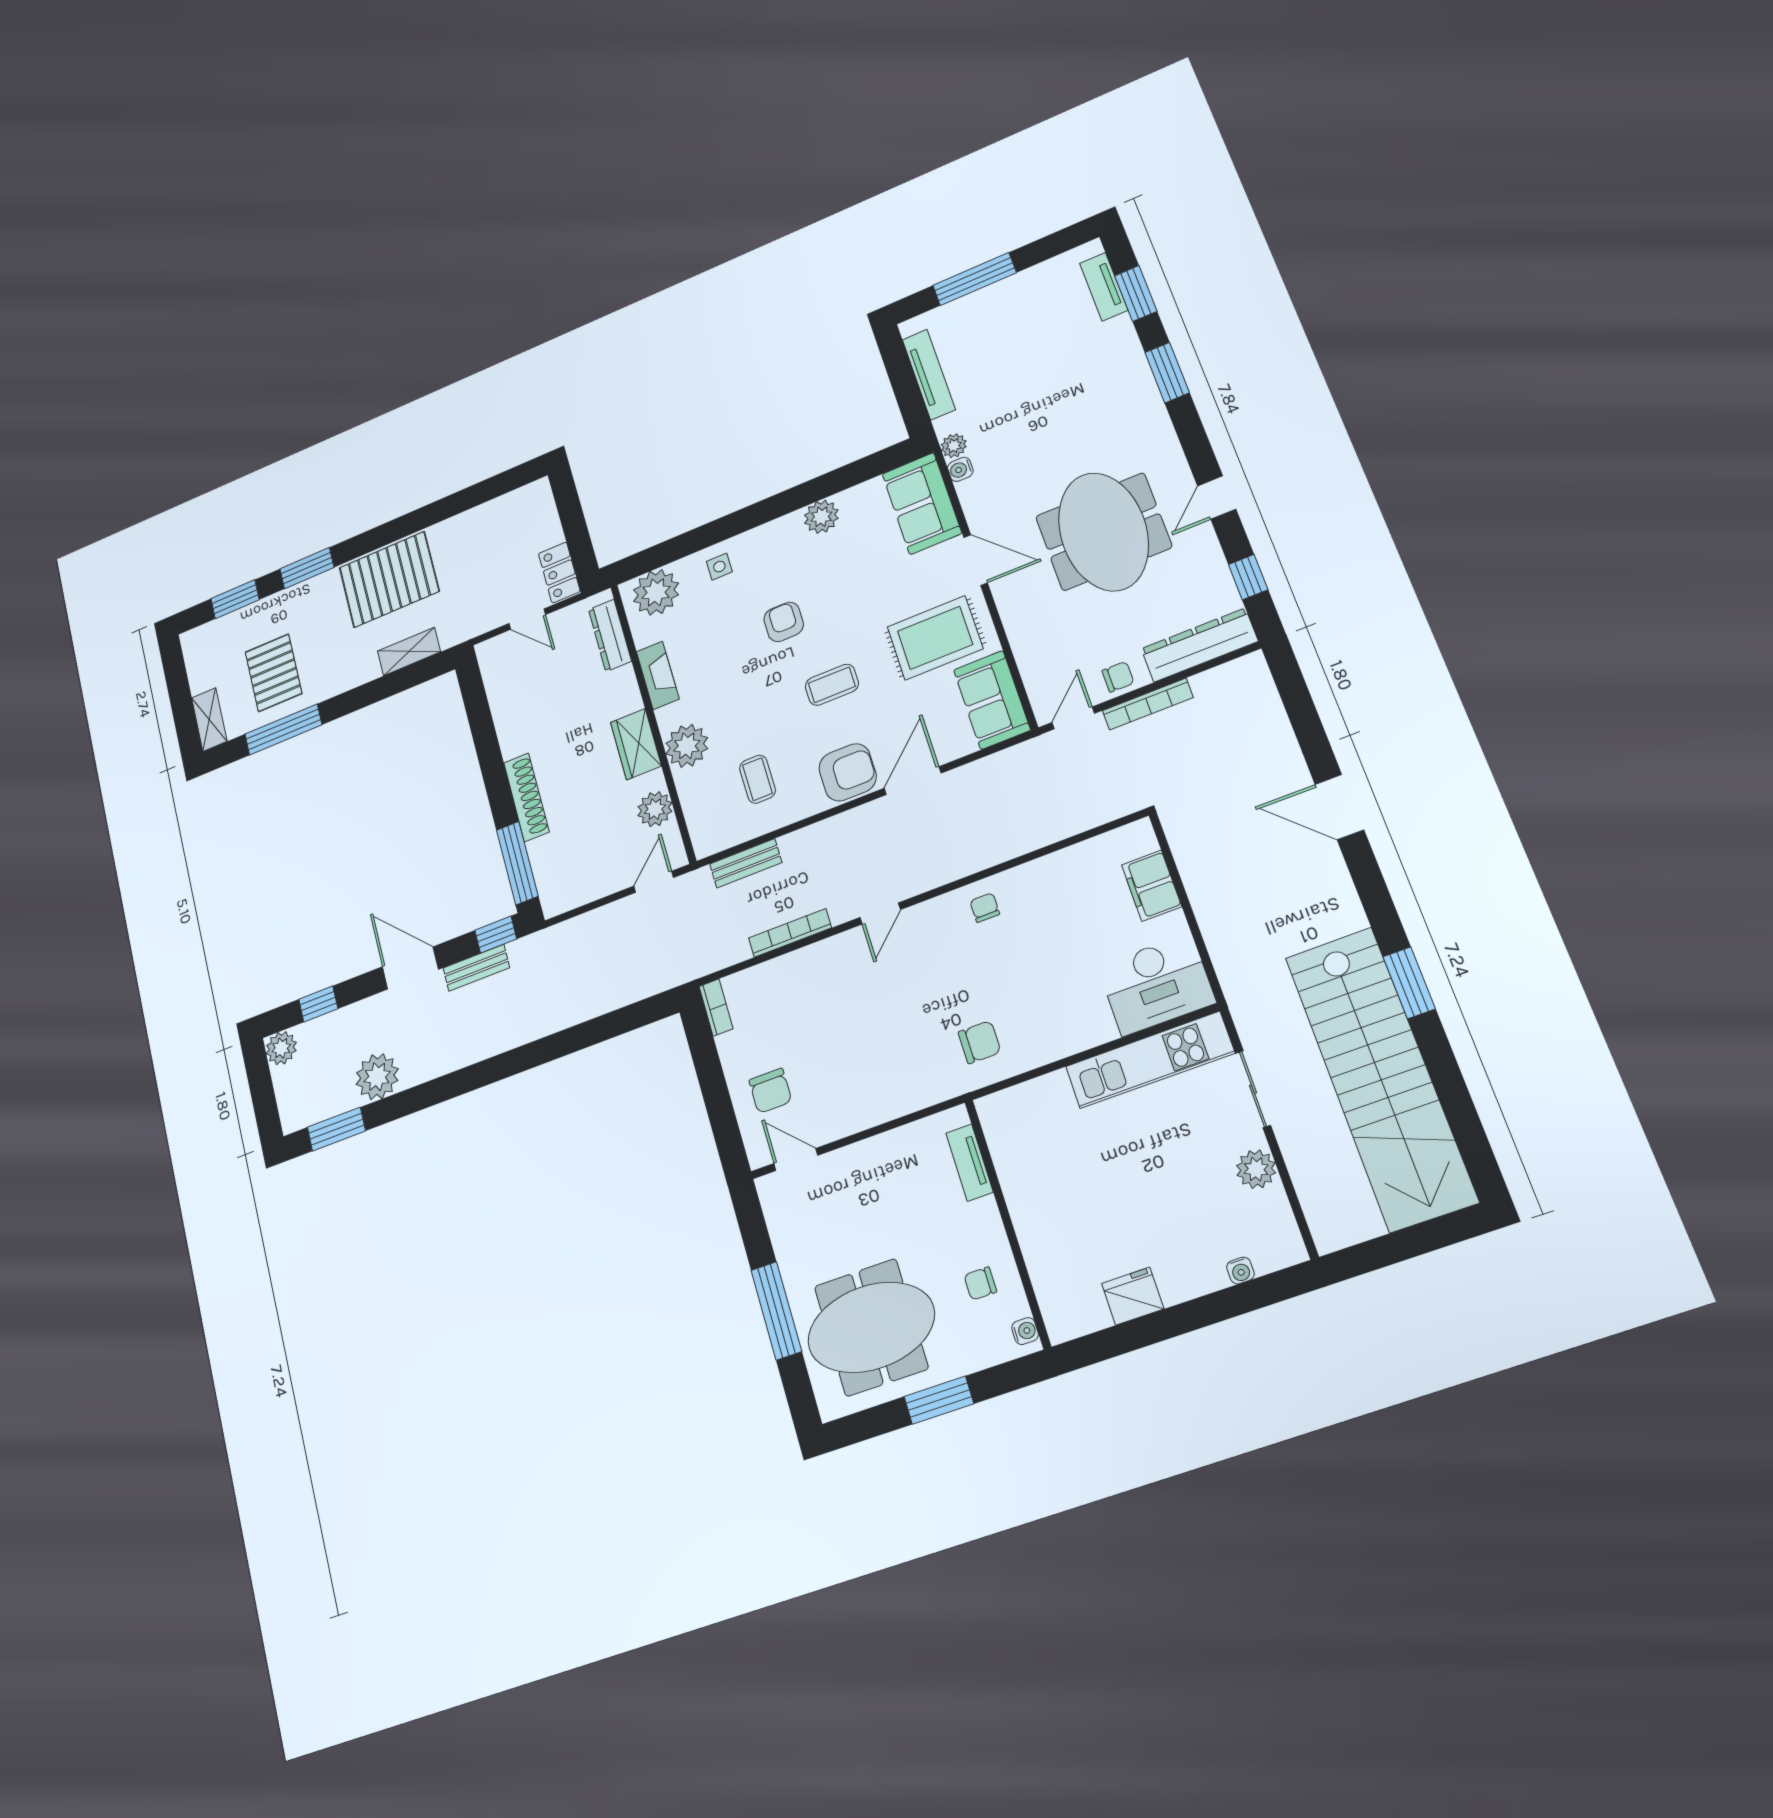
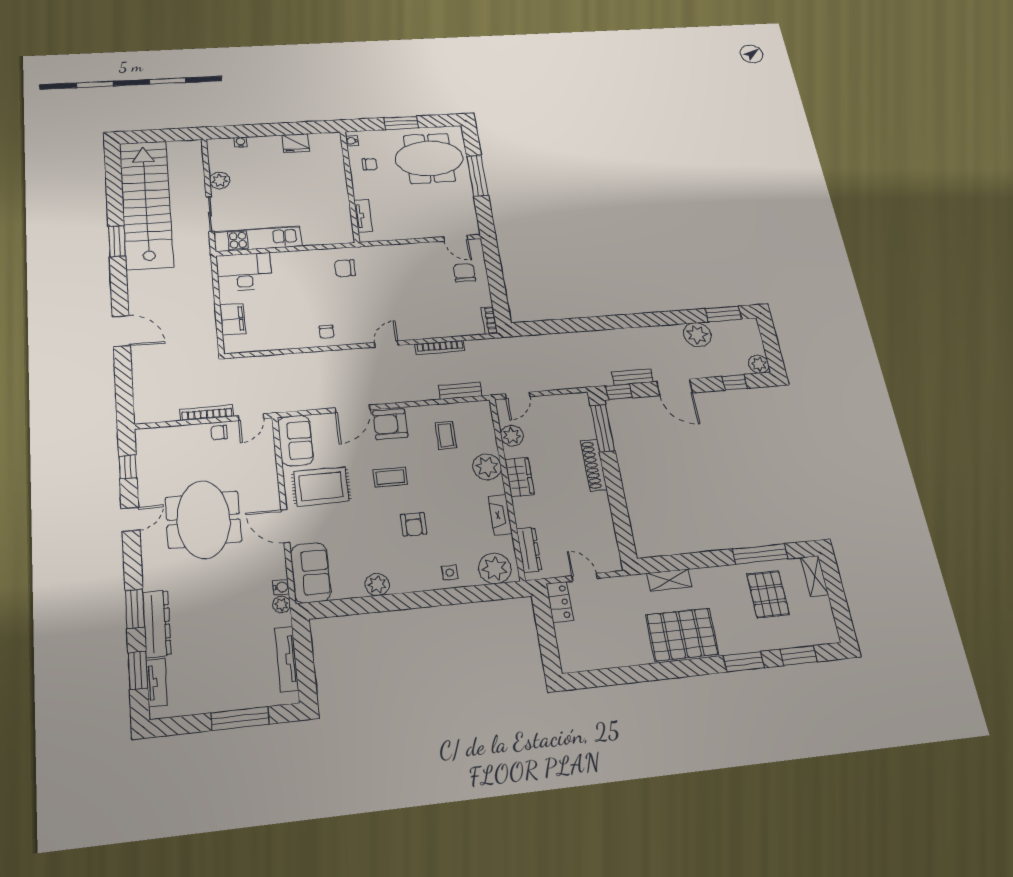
dresser: (1199, 645) -> (157, 624), moved, turned -90

